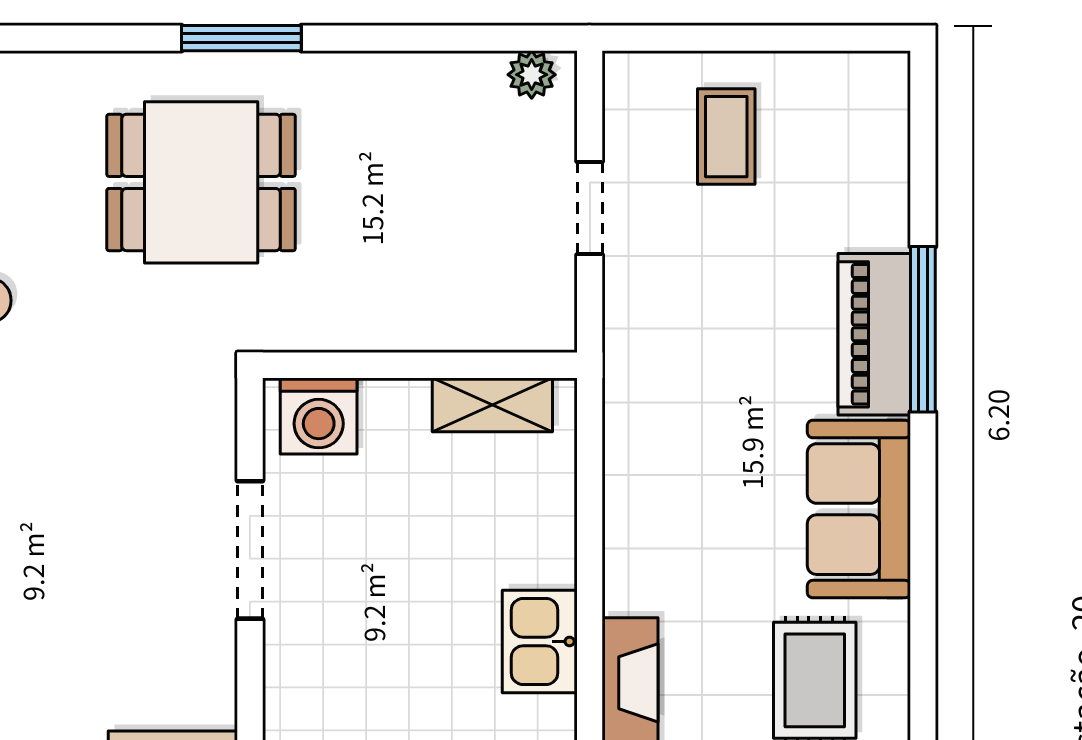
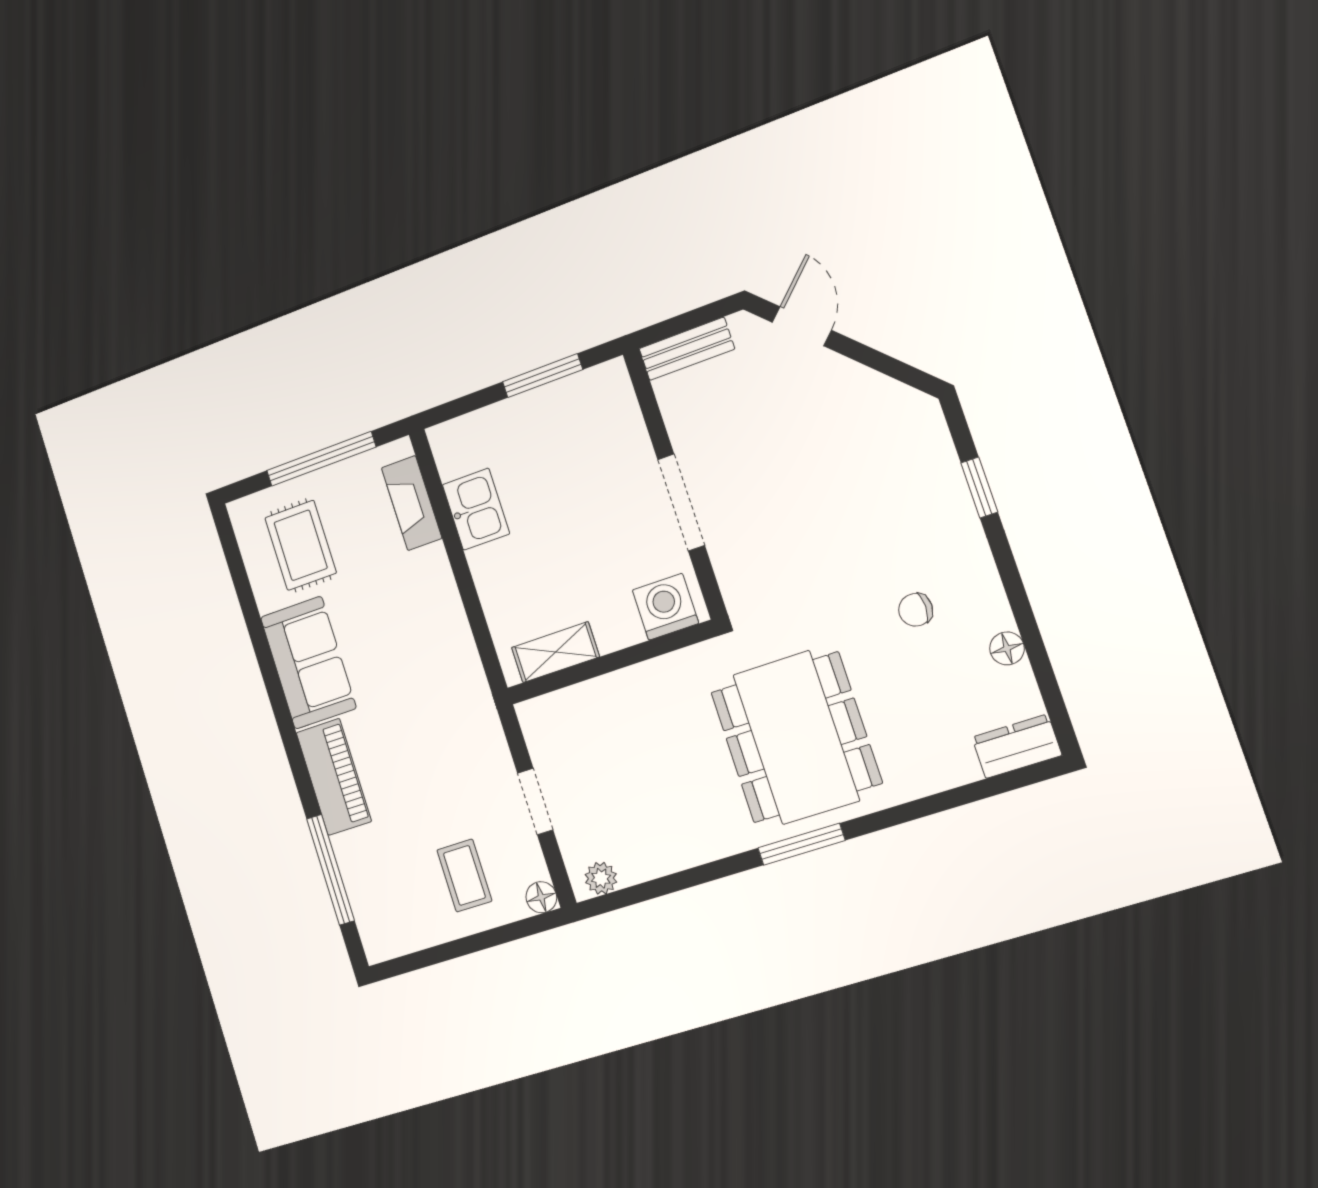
floor lamp: (625, 73) -> (541, 897), added
dining table: (201, 182) -> (796, 737), width x1.38
window: (923, 329) -> (330, 870), moved

